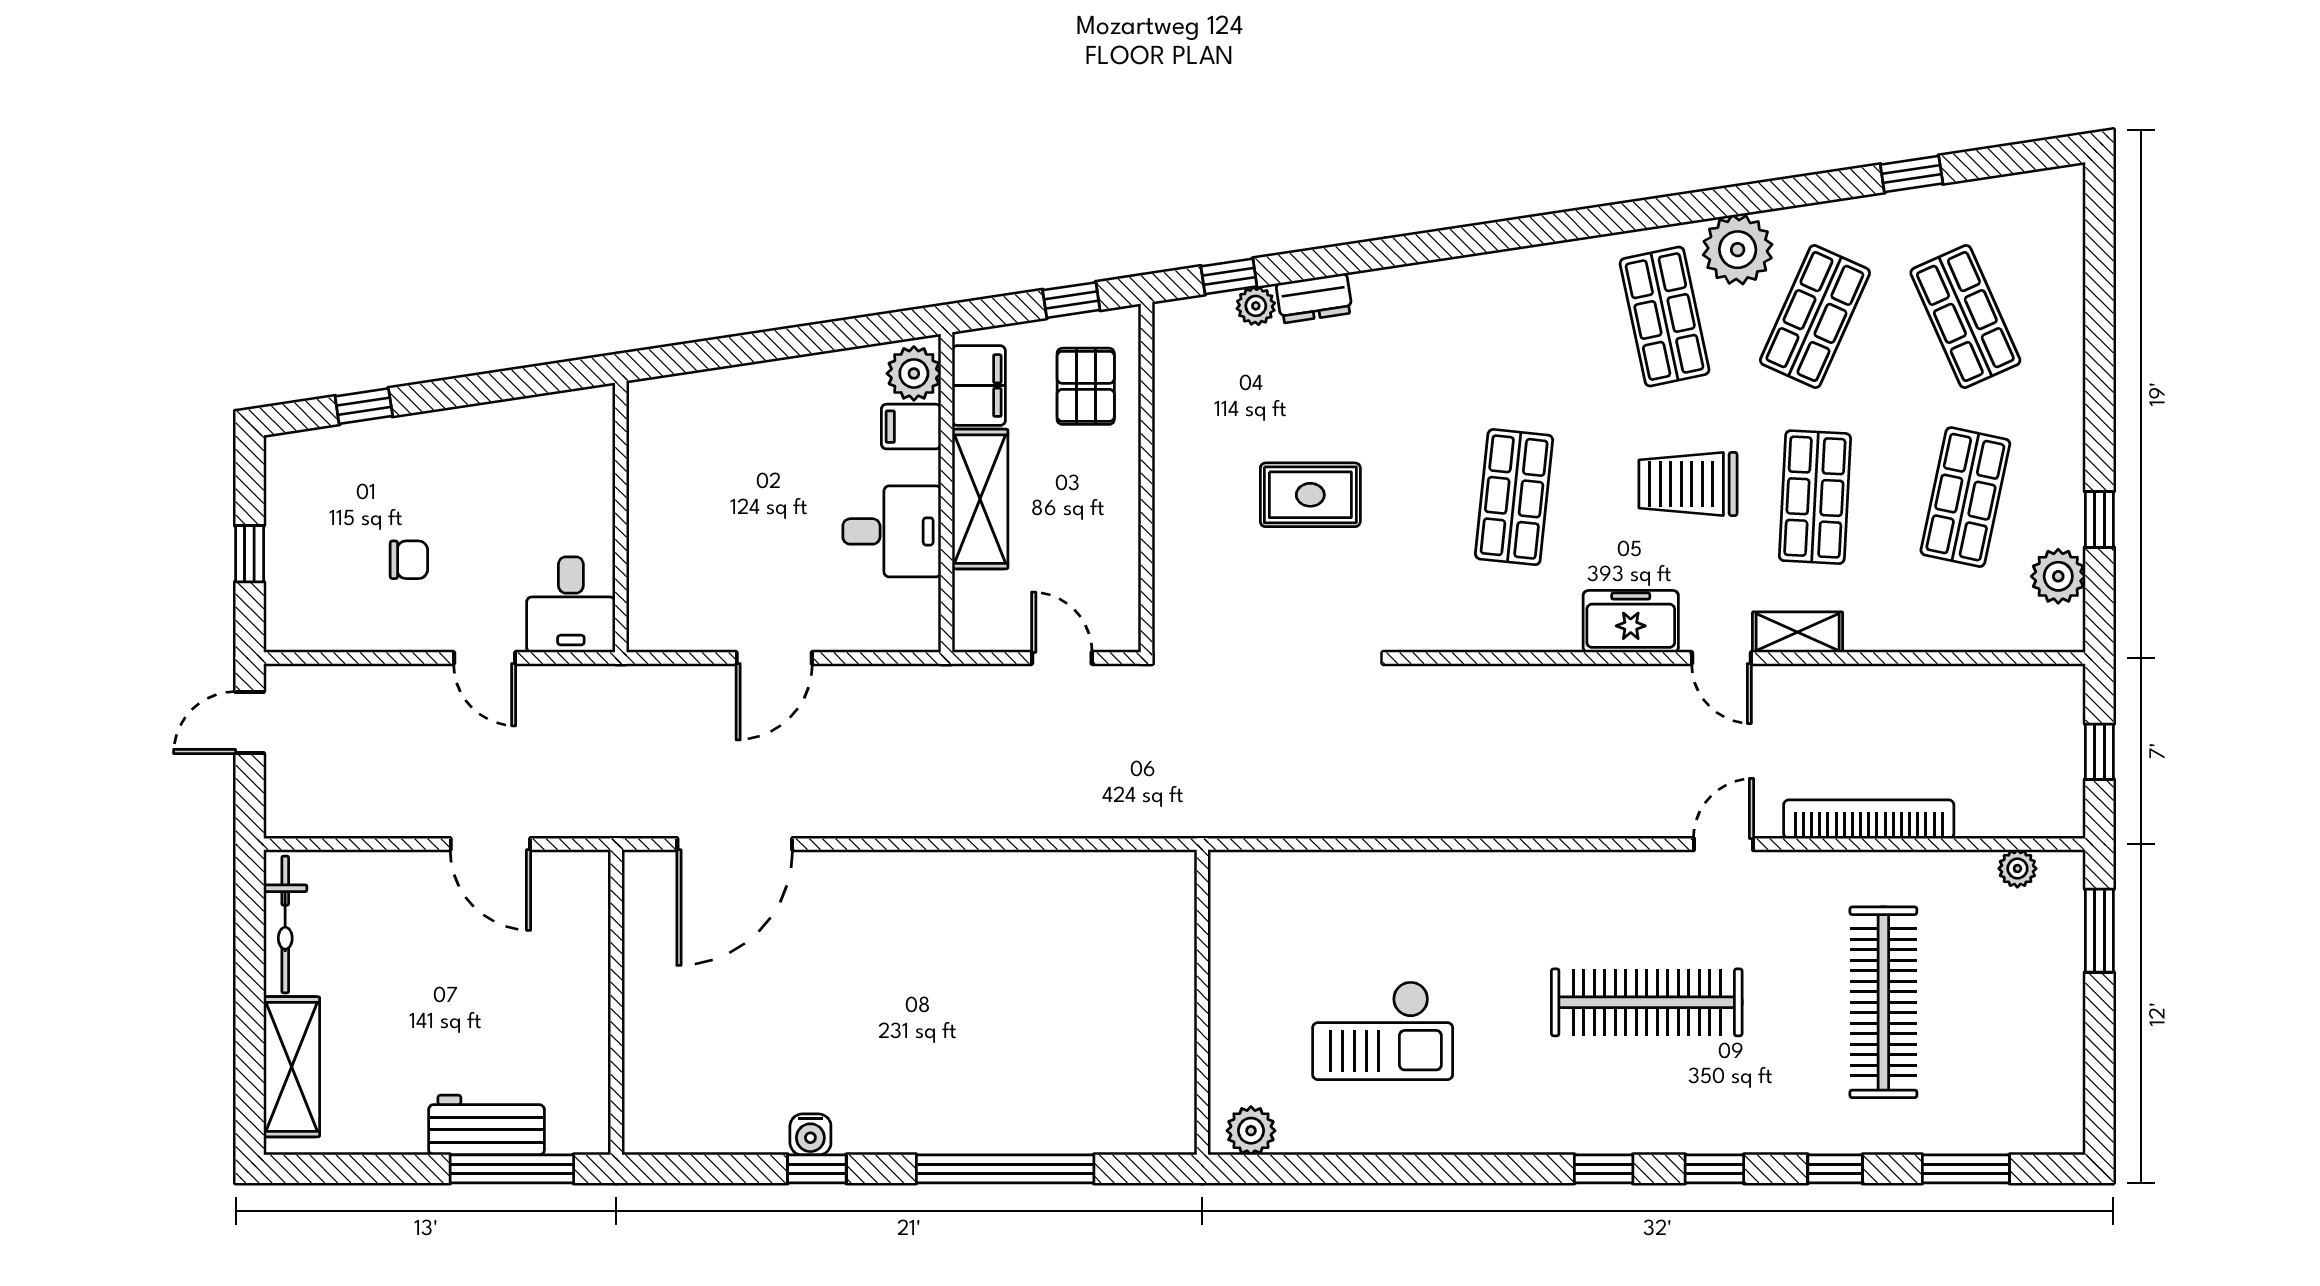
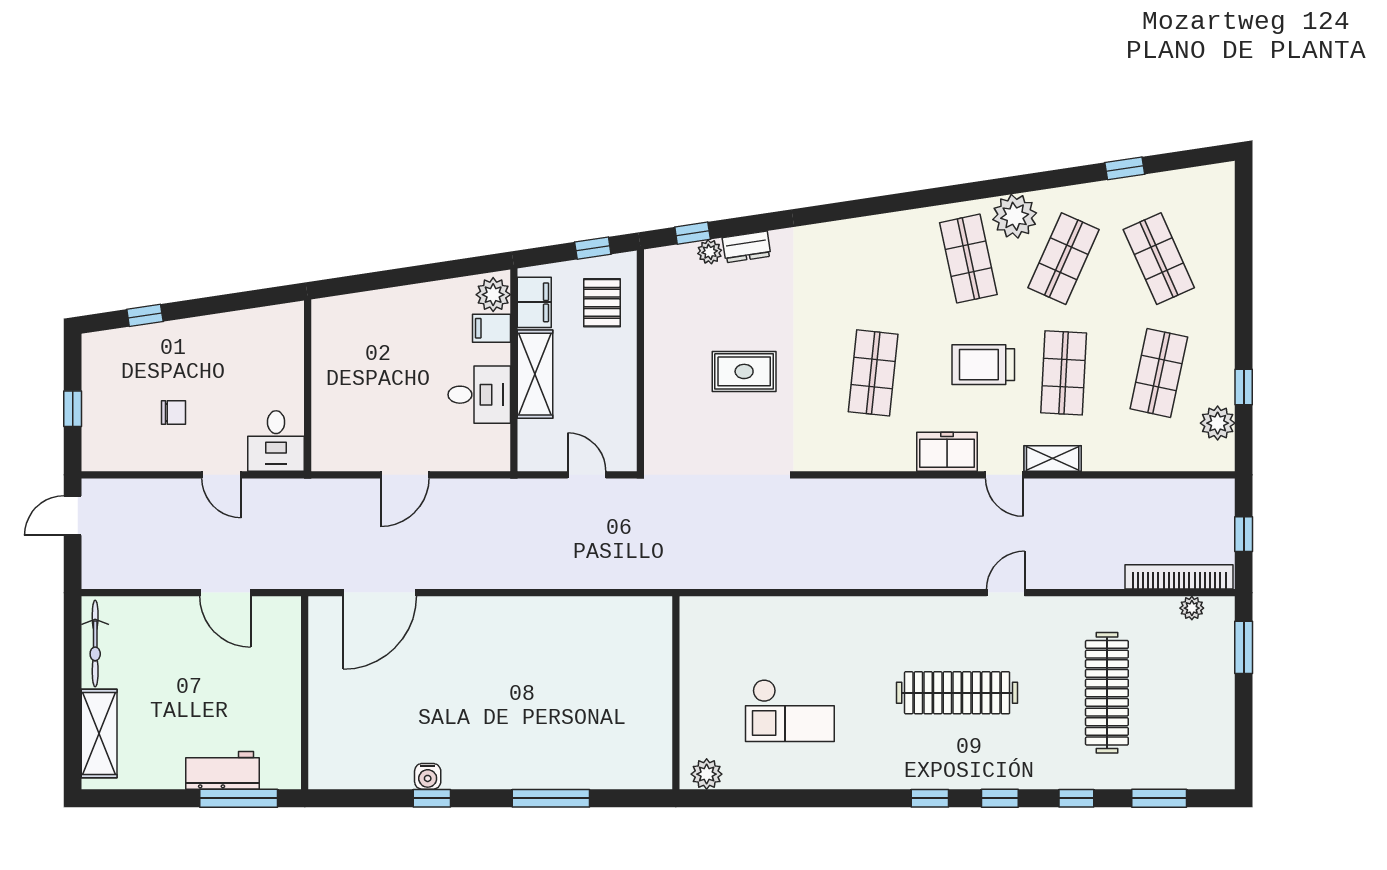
bookcase: (1869, 819) -> (1179, 577), moved
window: (1005, 1169) -> (551, 798), width x0.68

